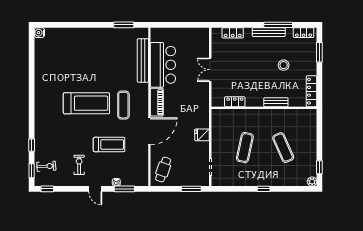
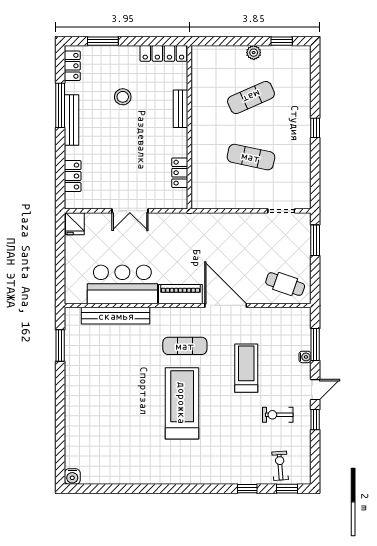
fridge: (202, 135) -> (75, 224), moved
plant: (312, 181) -> (254, 53), moved
window: (47, 189) -> (315, 420), moved

